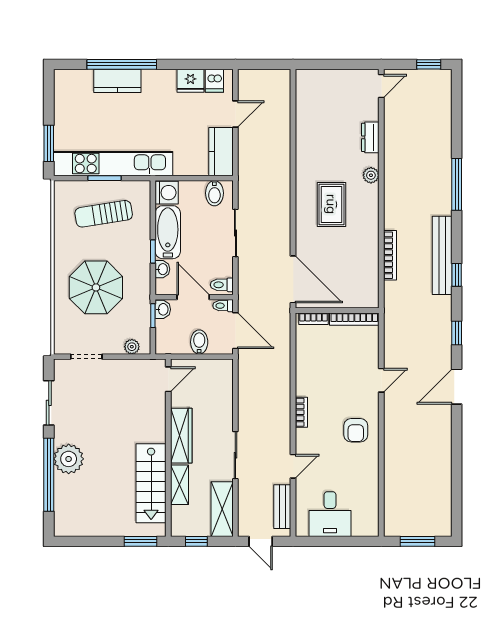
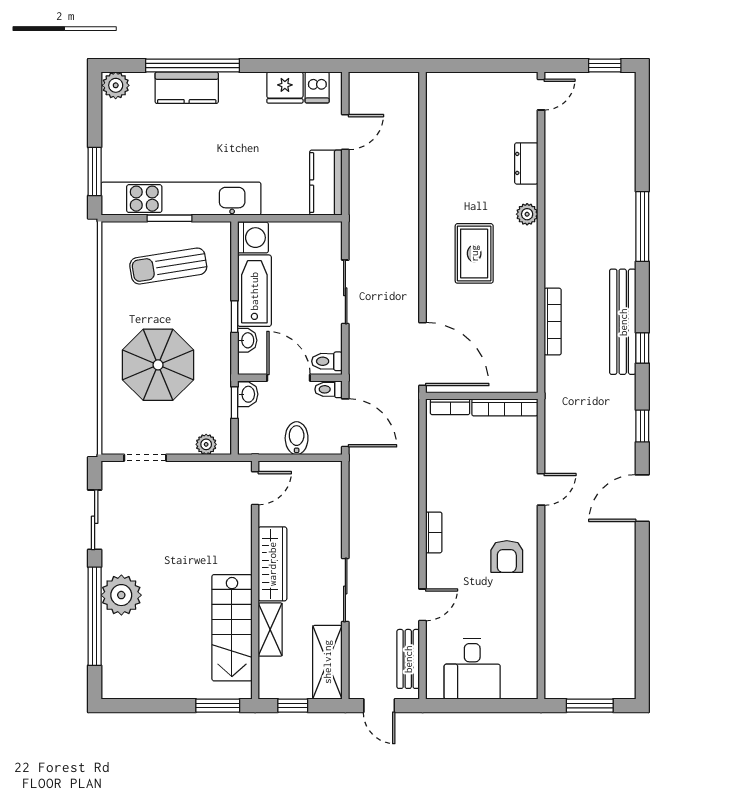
plant: (64, 79) -> (116, 85), added
bidet: (214, 193) -> (317, 238), removed

